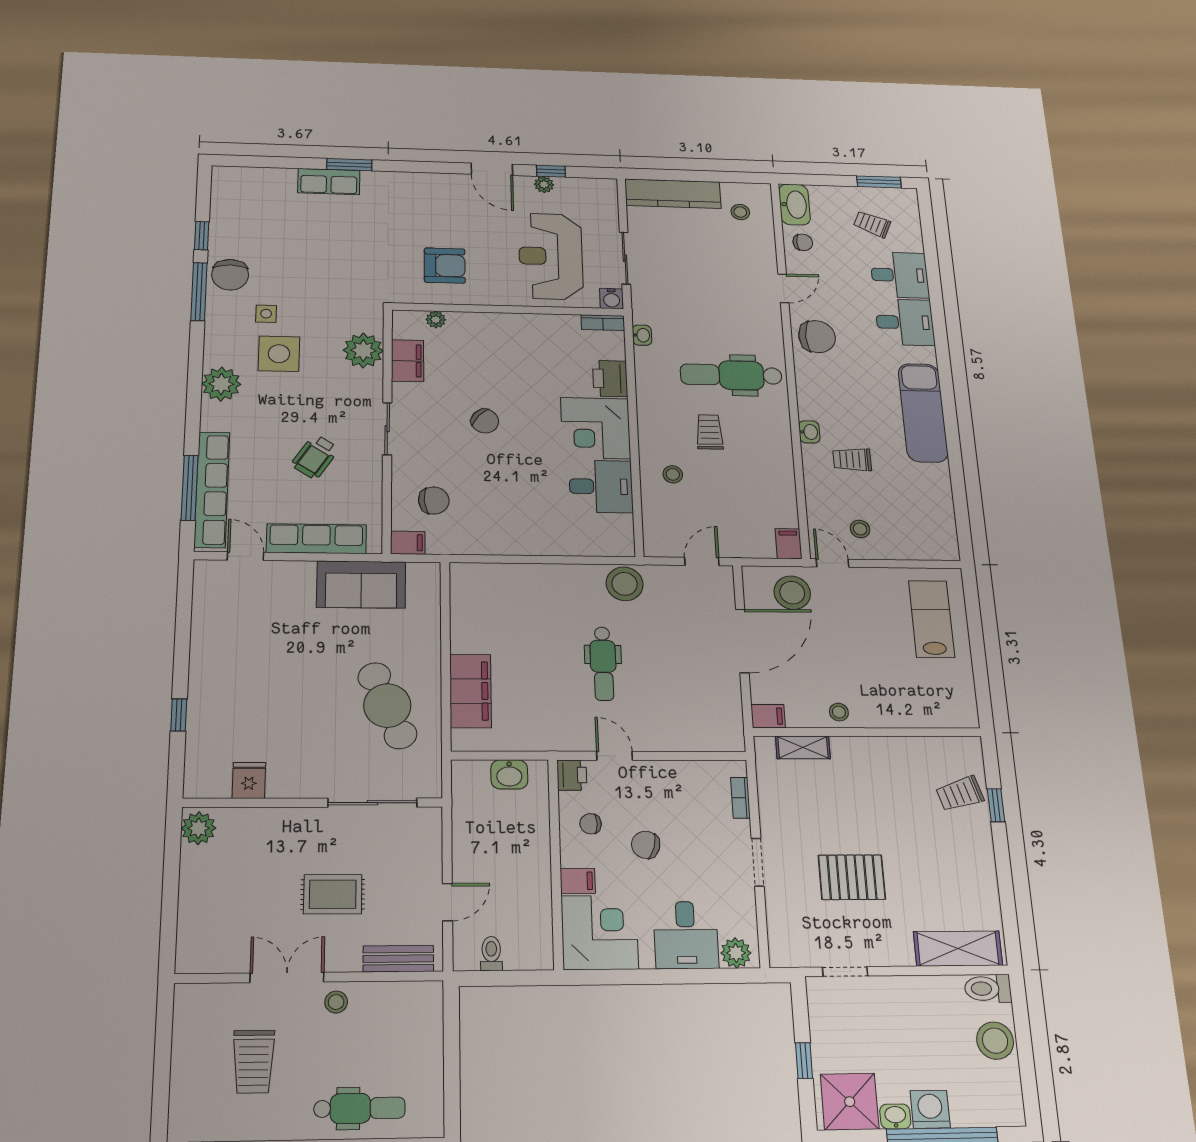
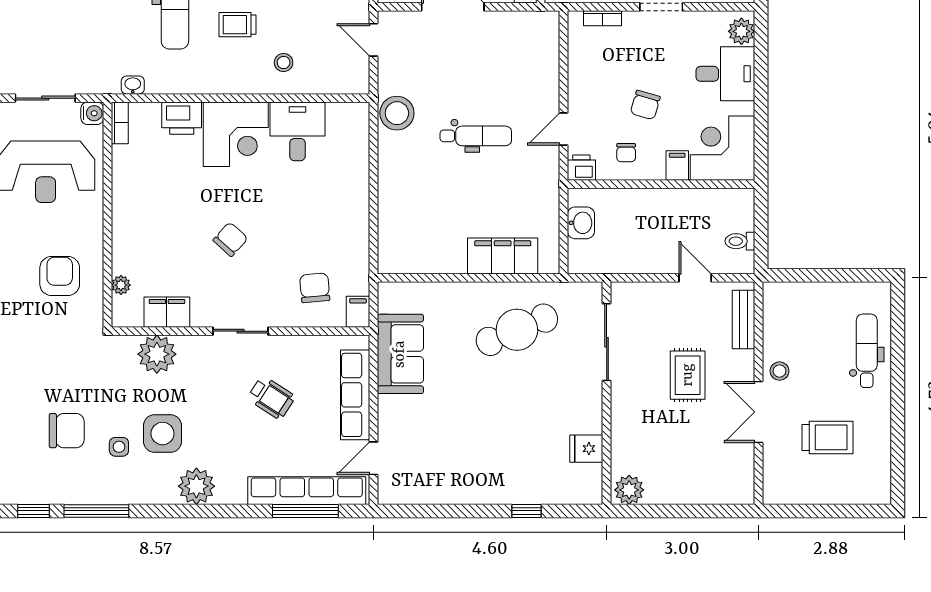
chair: (230, 275) -> (67, 431), moved

